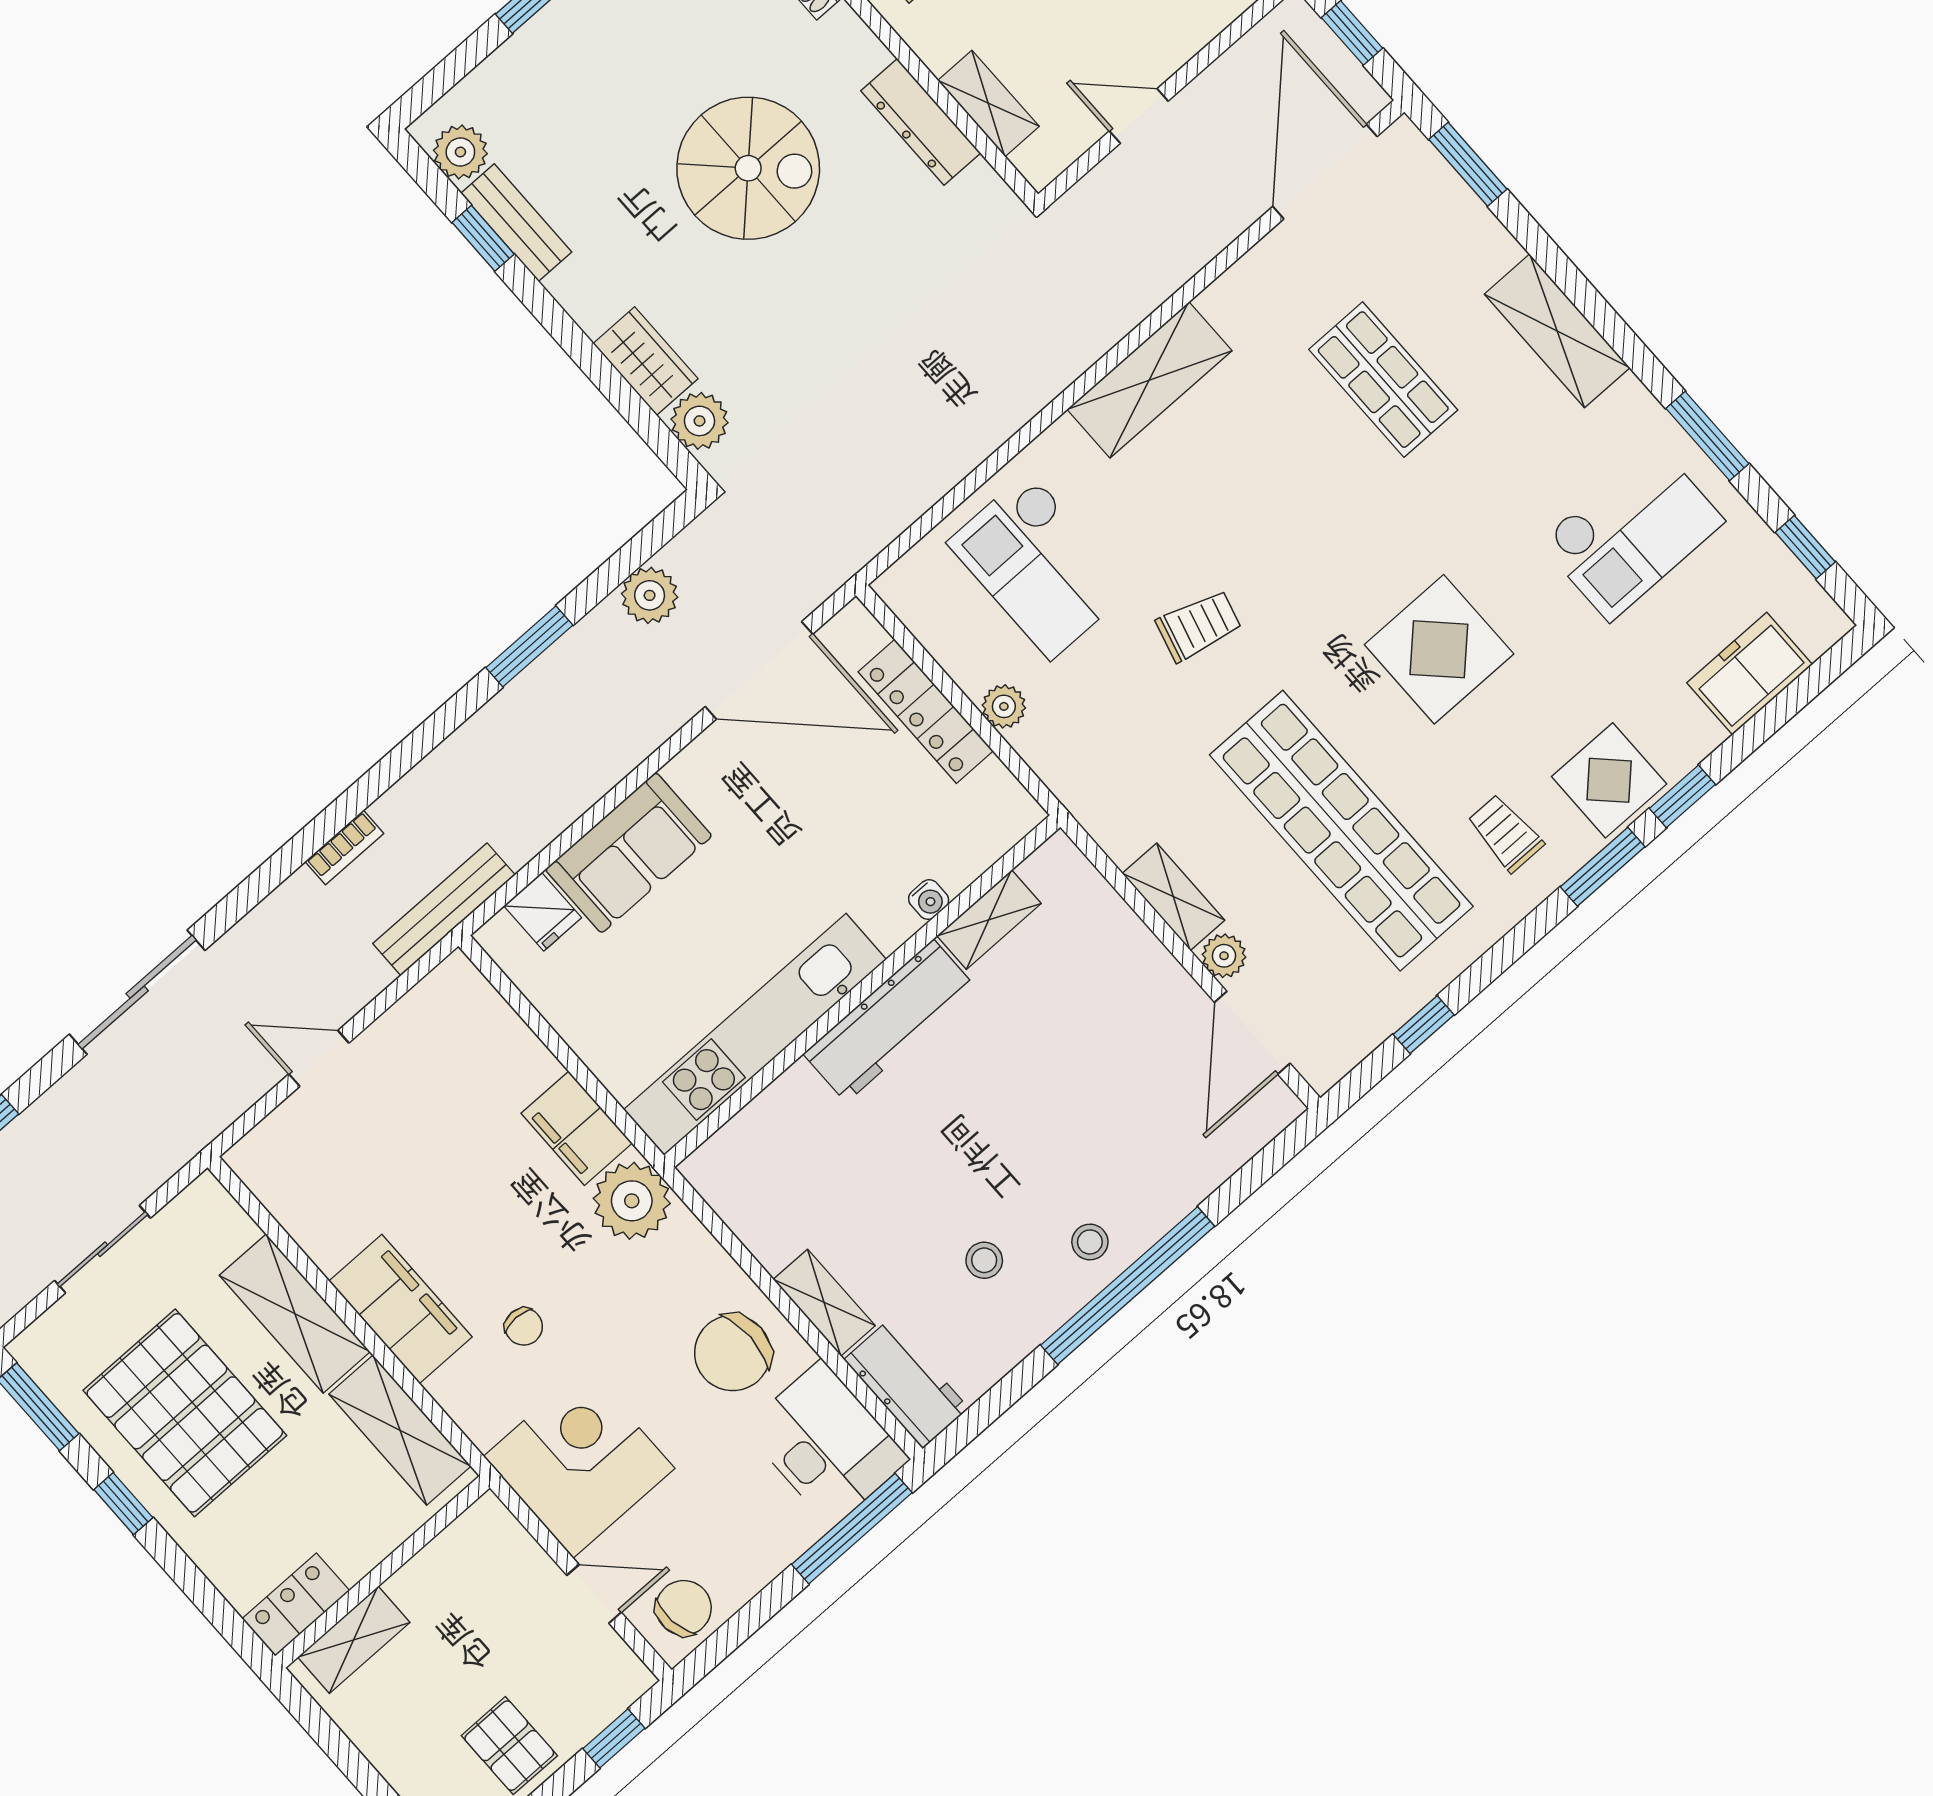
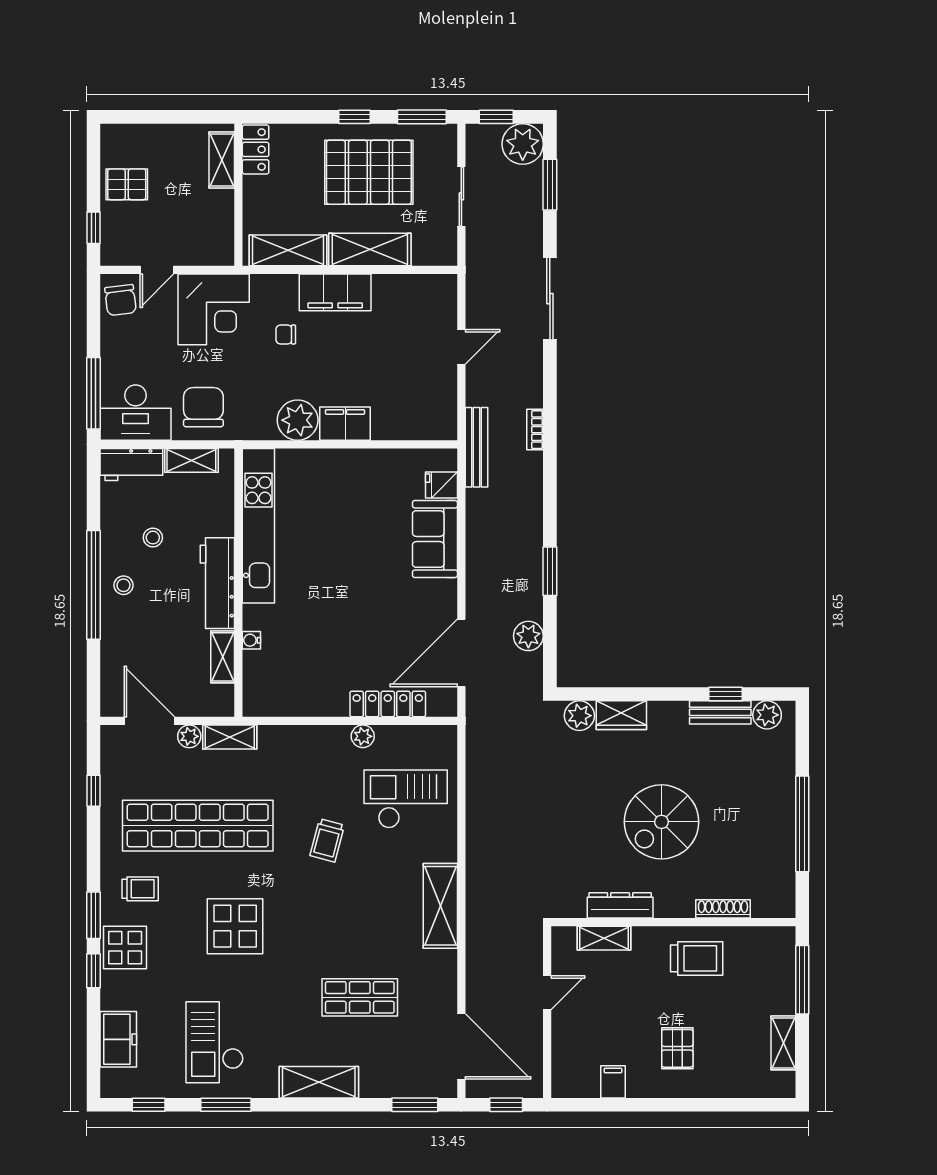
water cooler: (929, 900) -> (251, 640), moved
shelving: (989, 920) -> (223, 657), moved
wall: (862, 991) -> (238, 583), moved
workbench: (890, 1021) -> (217, 583), moved
kitchen unit: (755, 1034) -> (258, 526), moved

